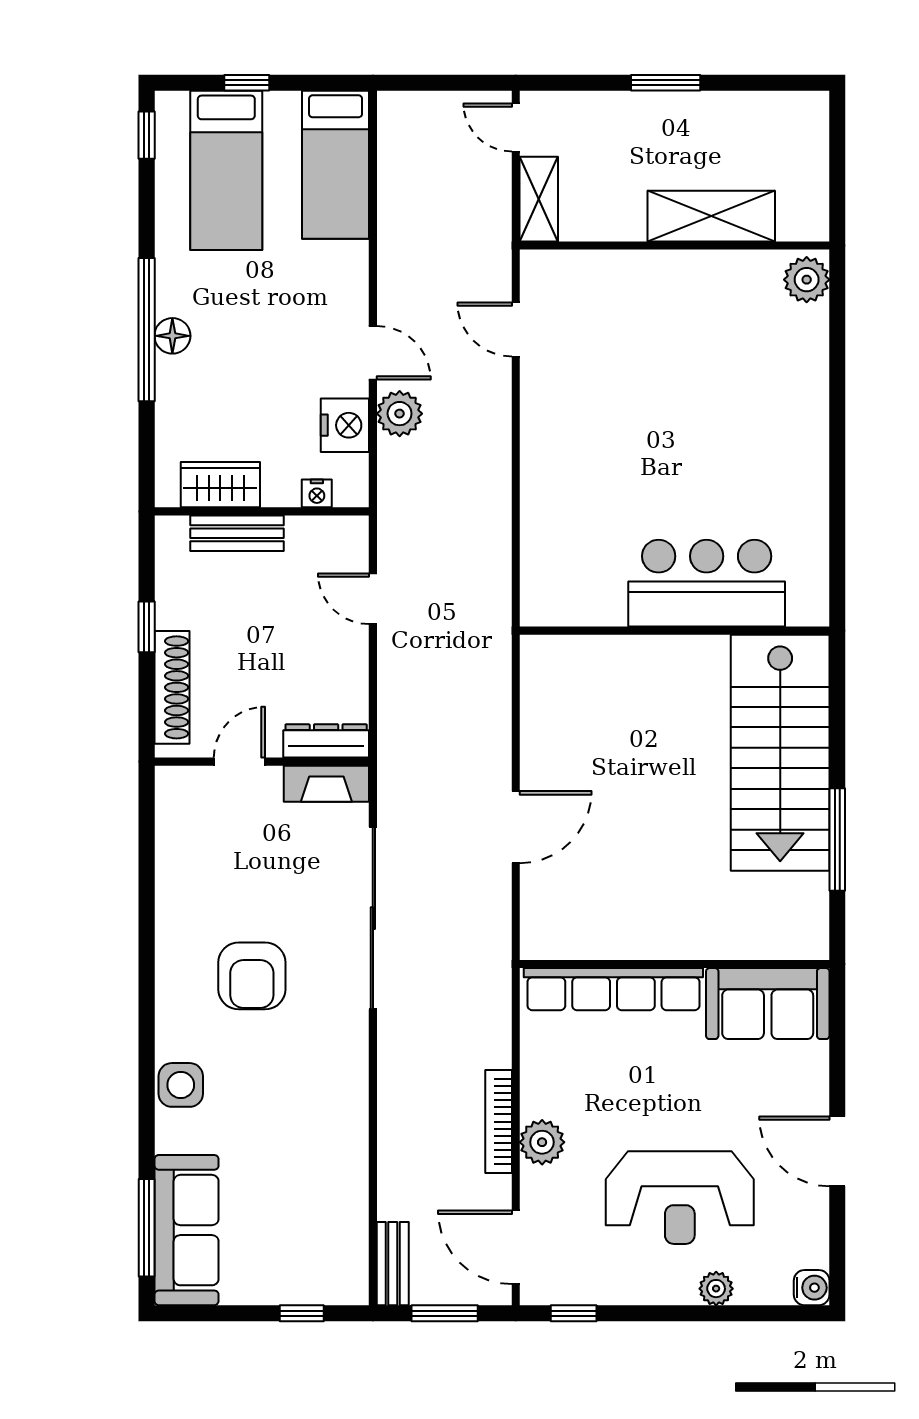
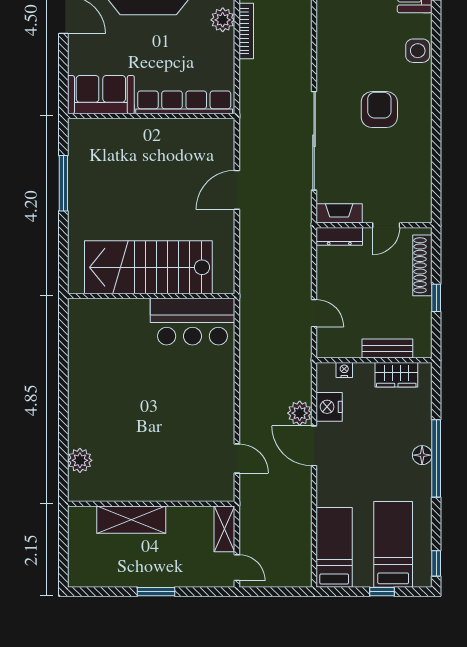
plant: (807, 280) -> (80, 460), moved
door: (373, 353) -> (314, 446), width x1.38
bar counter: (707, 583) -> (192, 322), moved
stairs: (780, 753) -> (148, 267), moved, turned -90

